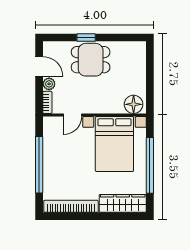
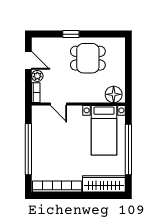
dining table: (91, 60) -> (88, 58), moved
door: (73, 115) -> (59, 104), hinge flipped
bed with nightstands: (114, 144) -> (104, 130), width x0.73

